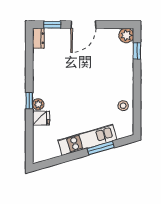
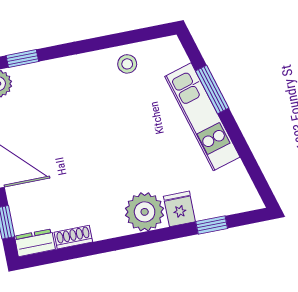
shoe rack: (37, 59) -> (73, 237), added
window: (29, 101) -> (212, 225), moved
plant: (38, 104) -> (145, 212), width x1.88, depth x1.88

